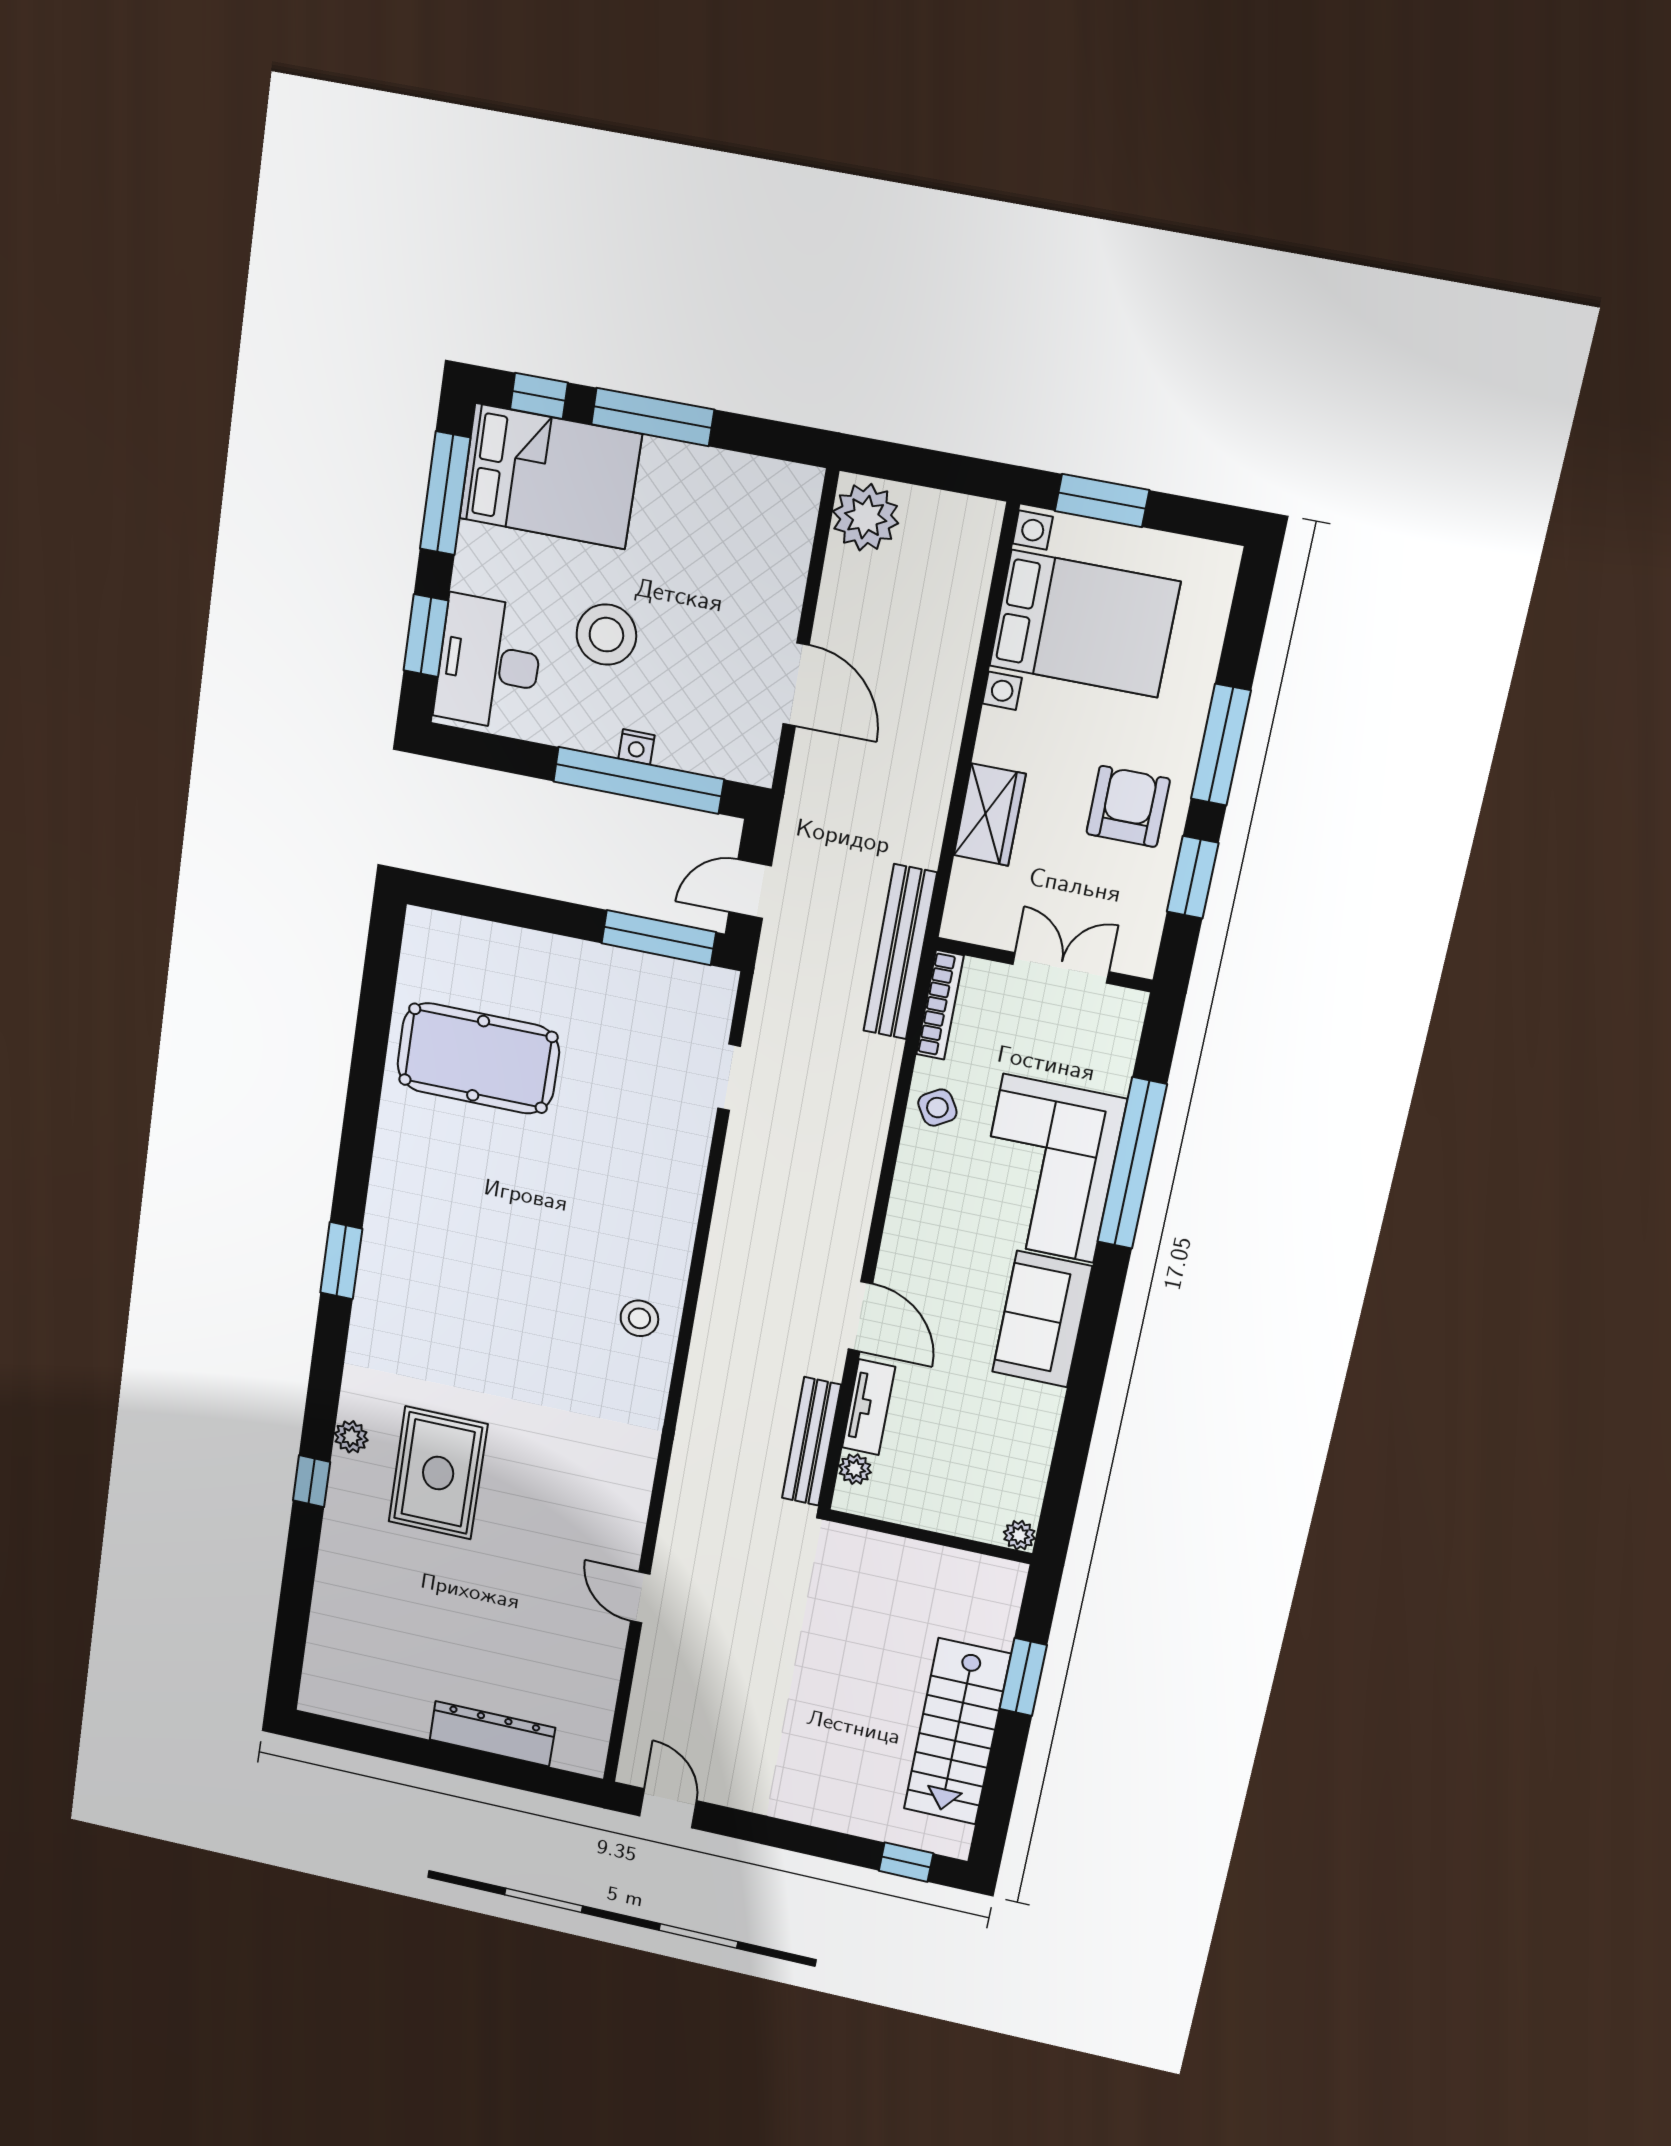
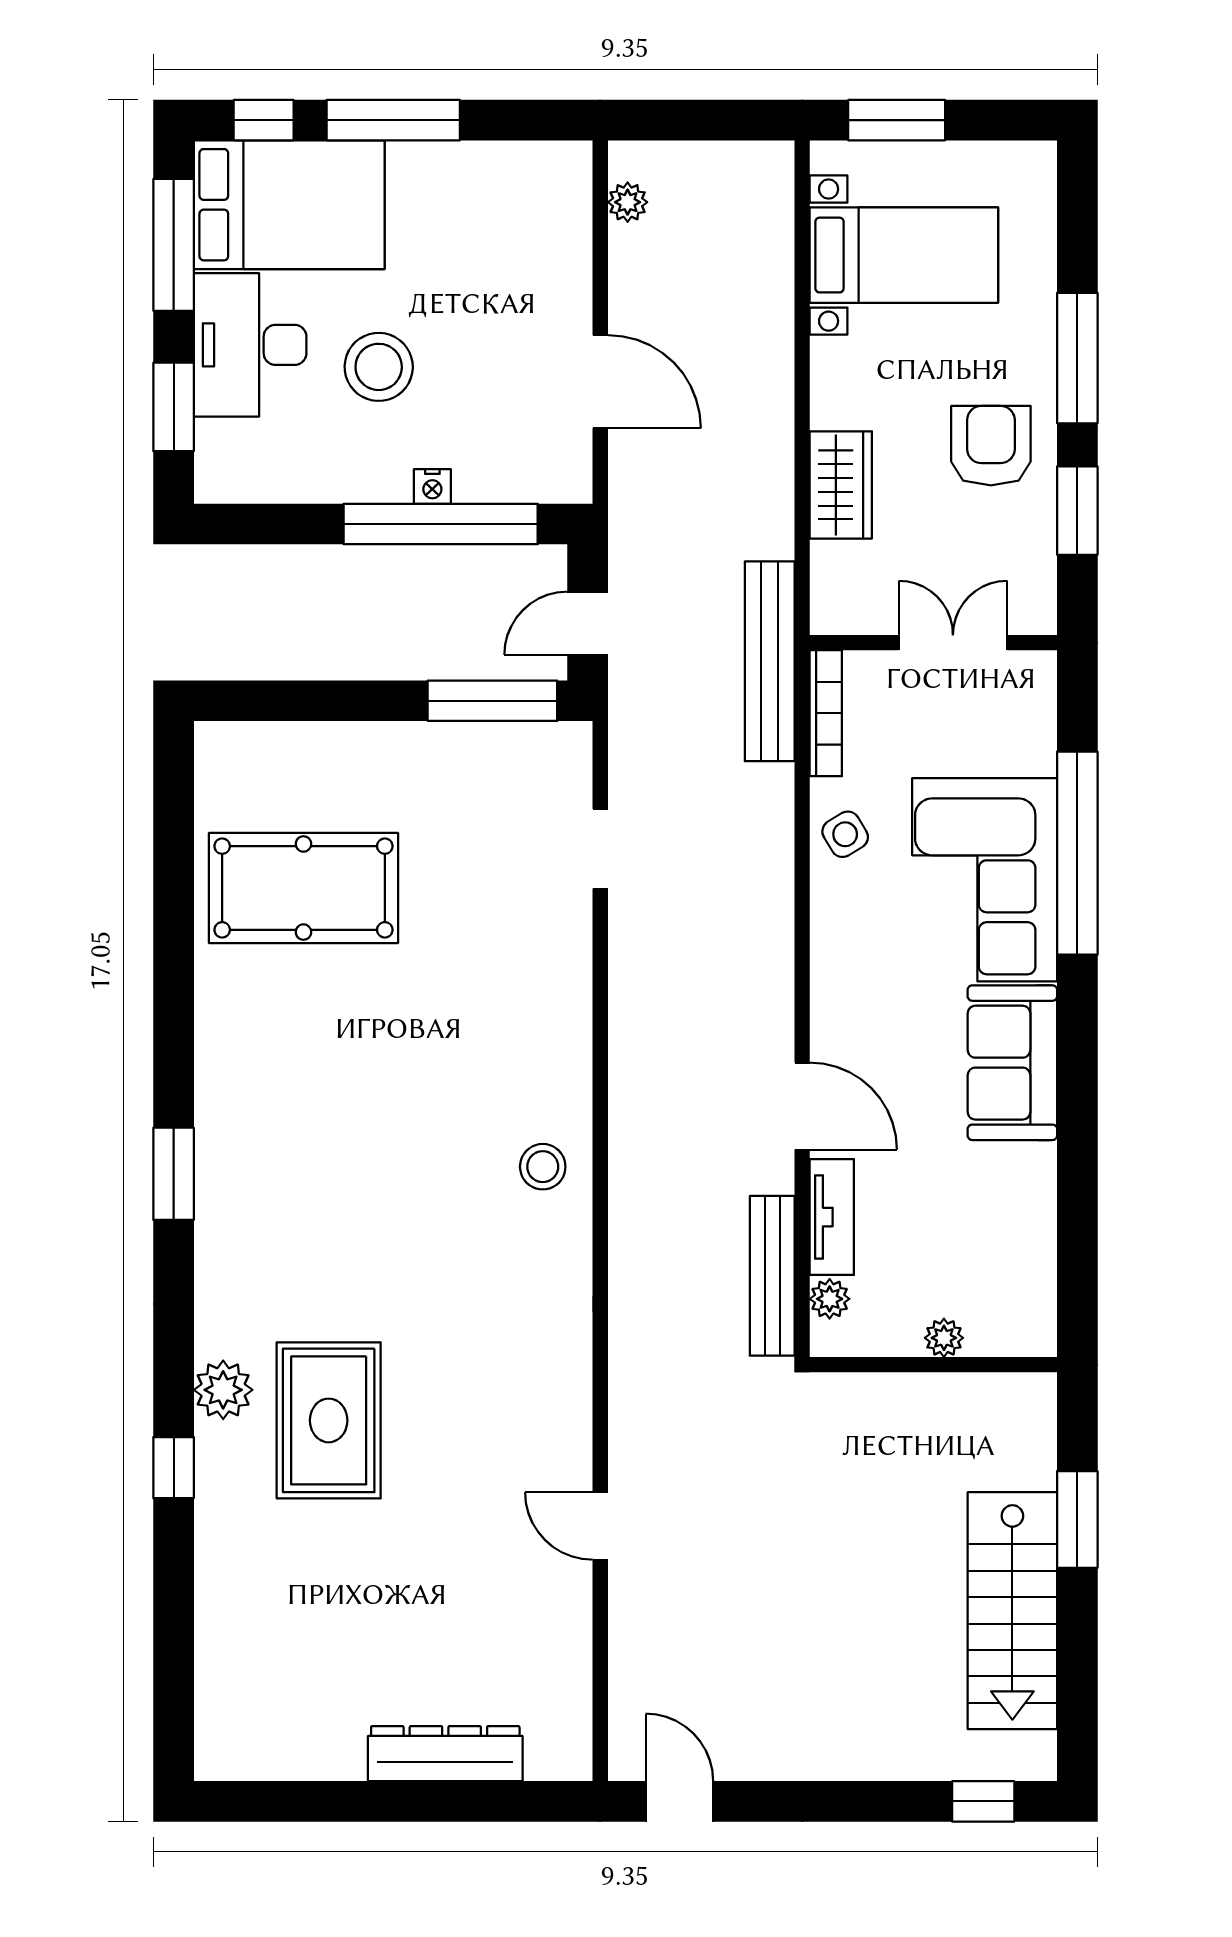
plant: (866, 517) -> (628, 202), width x0.53, depth x0.53
bed with nightstands: (1085, 624) -> (904, 255), width x0.73
desk: (489, 663) -> (250, 345), moved
plant: (351, 1437) -> (223, 1390), width x1.38, depth x1.38
plant: (1019, 1535) -> (944, 1338), moved

